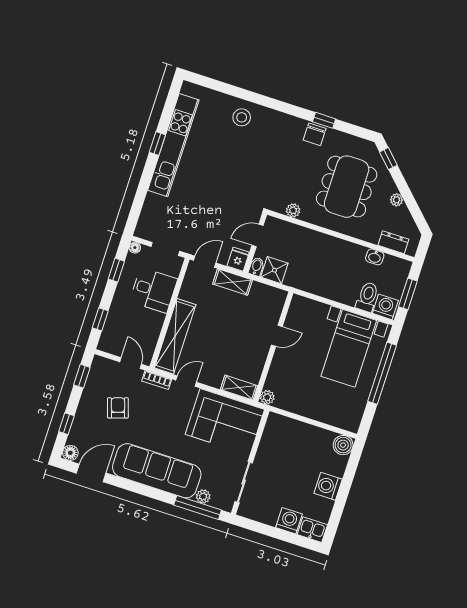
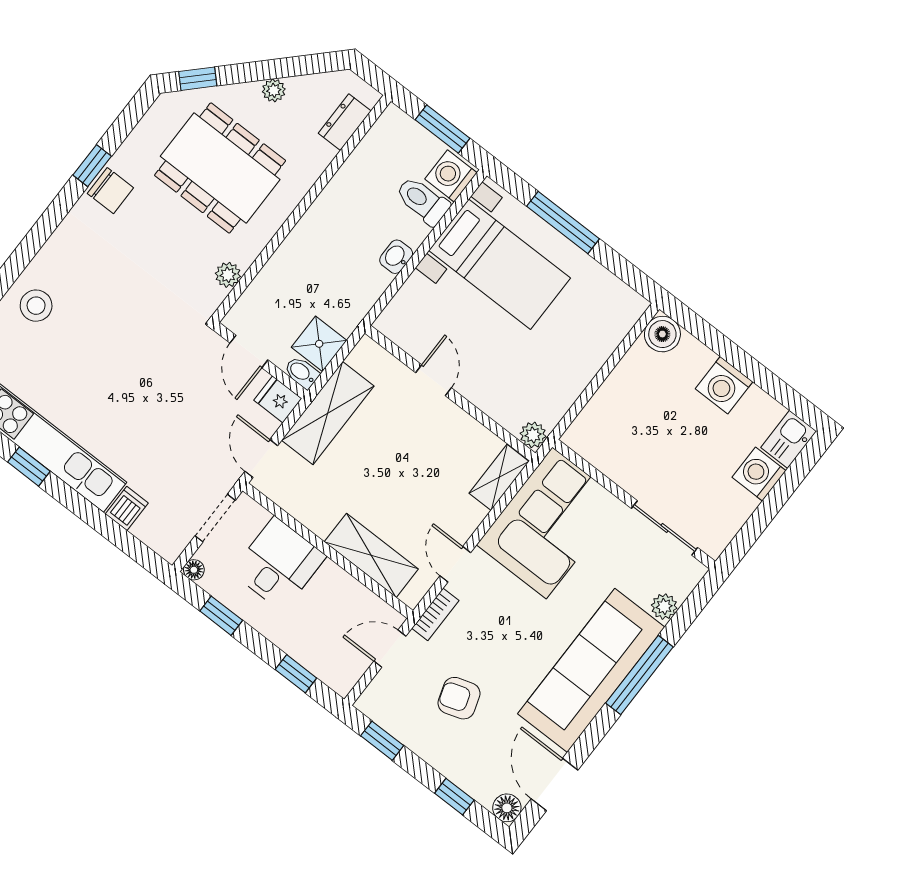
dishwasher: (154, 202) -> (127, 508), added
washbasin: (375, 257) -> (396, 257), moved, turned 180
shelving: (233, 282) -> (328, 413), width x1.50, depth x1.33
shelving: (175, 336) -> (371, 555), width x0.68
window: (382, 373) -> (563, 223), width x0.68
window: (198, 508) -> (639, 675), moved

